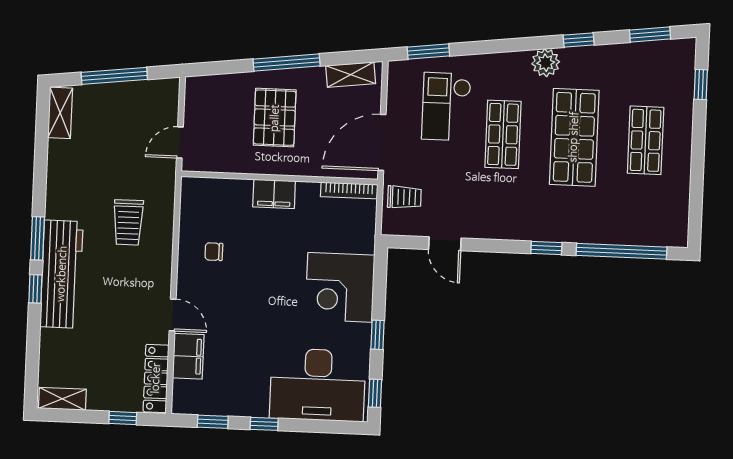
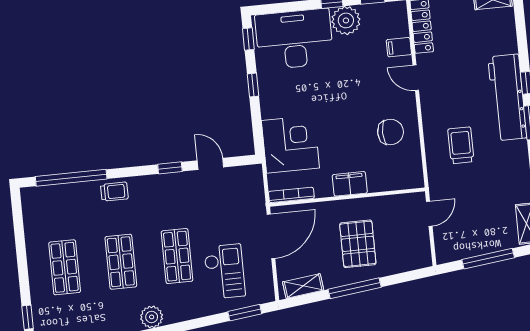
shop shelf: (574, 137) -> (121, 262), width x0.70, depth x0.74
trolley: (404, 197) -> (114, 192), moved, turned 180
window: (546, 248) -> (170, 168), moved
chair: (214, 252) -> (390, 132), width x1.87, depth x1.87
corner desk: (340, 287) -> (290, 144), moved
filing cabinet: (188, 356) -> (399, 47), width x0.50
plant: (250, 399) -> (346, 20), added

